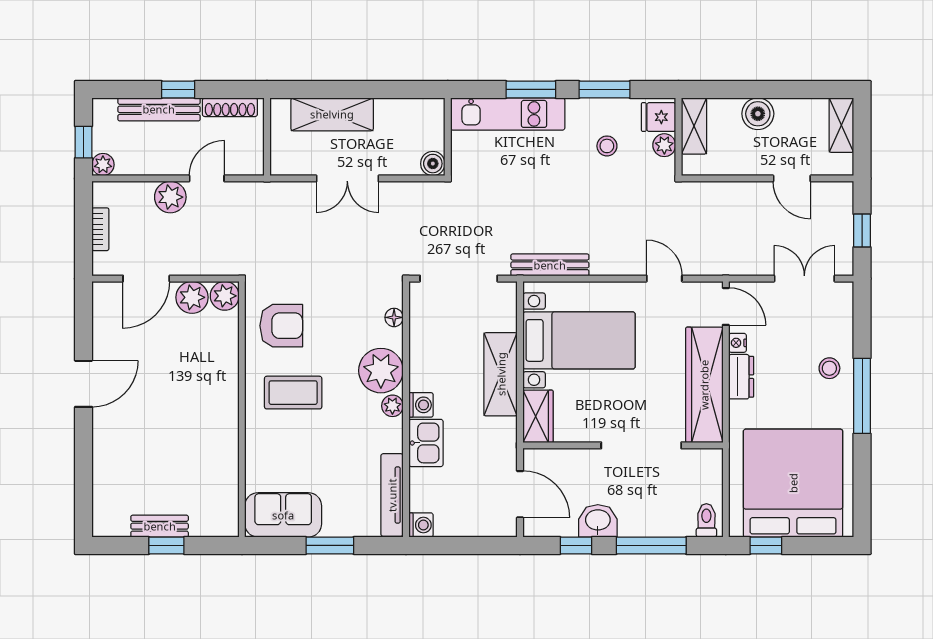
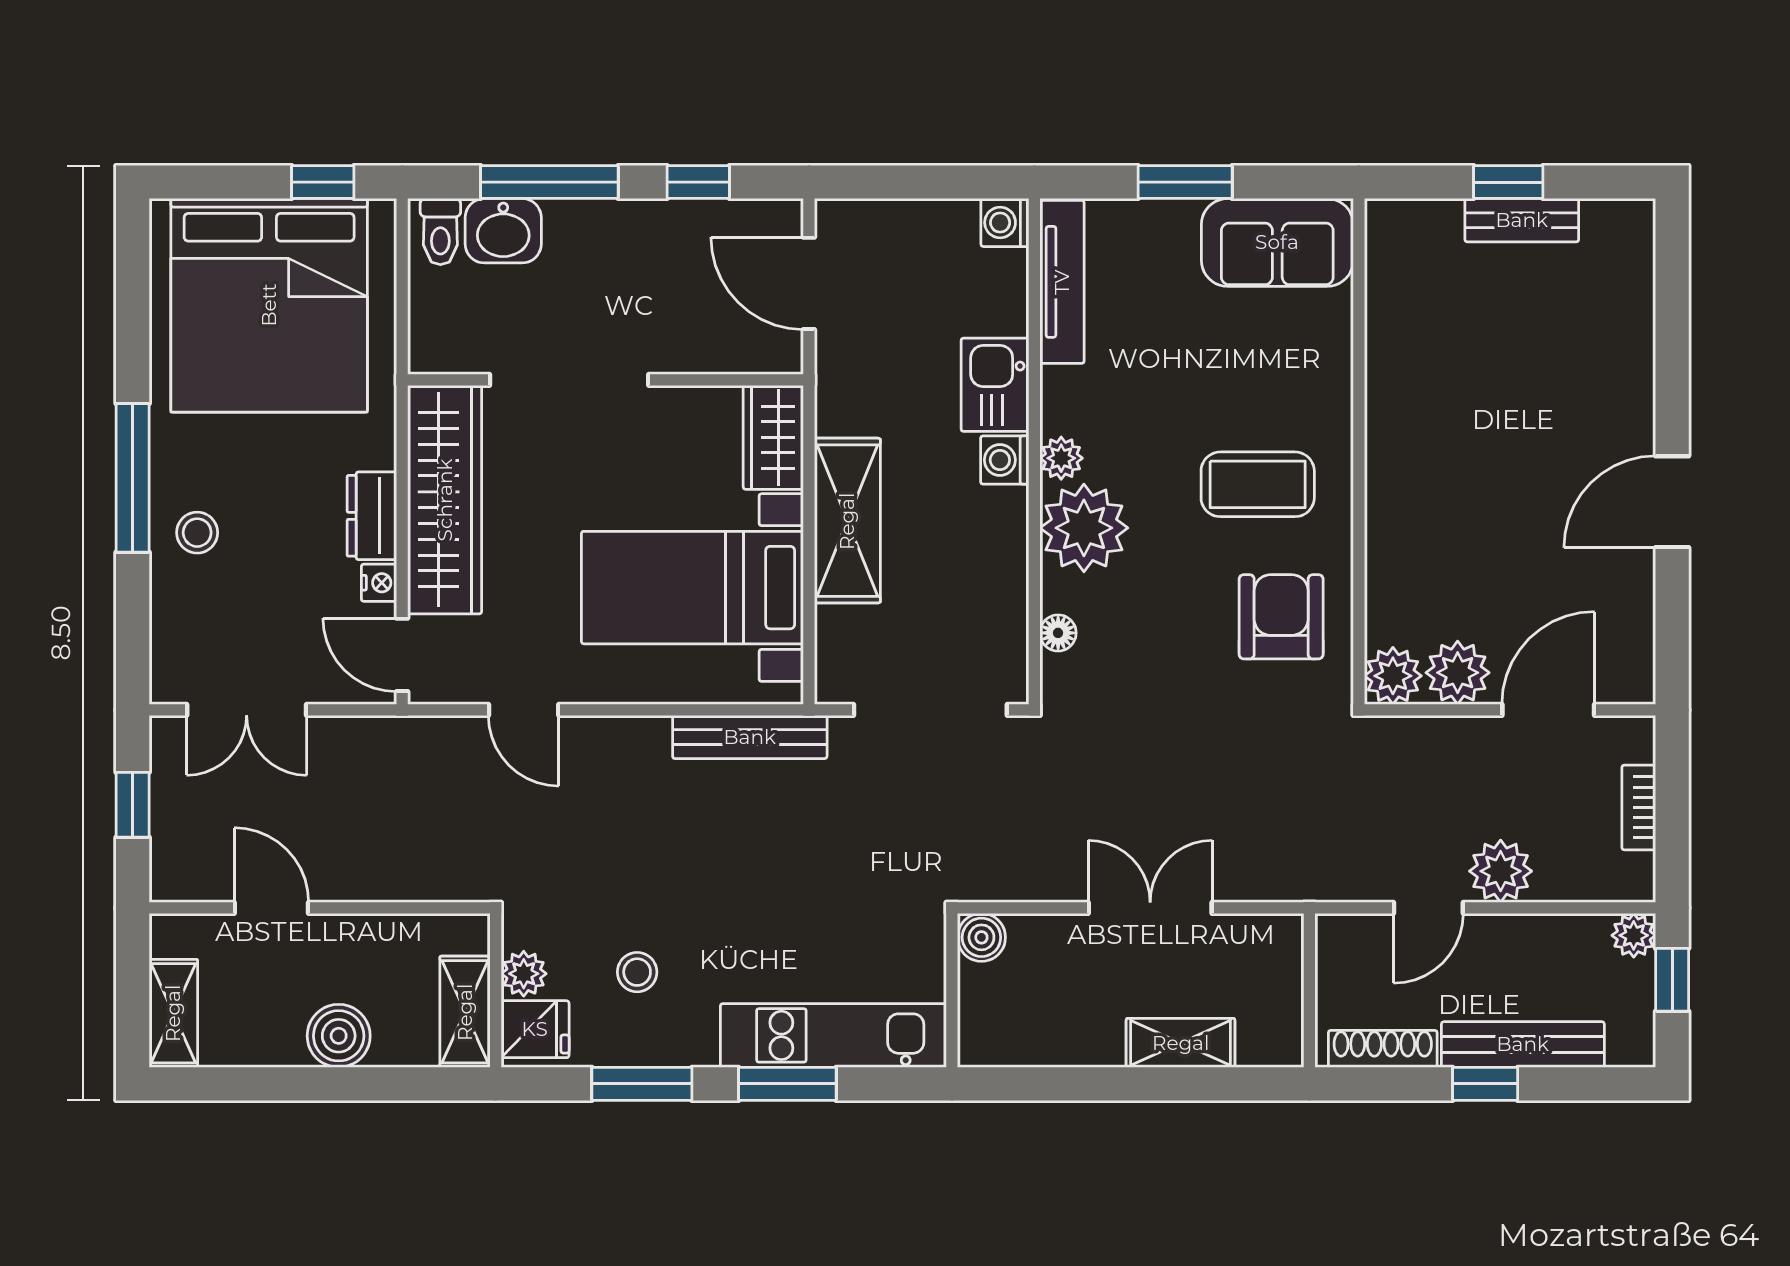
shelving: (332, 114) -> (1181, 1043), width x0.67, depth x0.75
armchair: (281, 326) -> (1281, 617), turned 90
washbasin: (598, 521) -> (503, 231), moved

